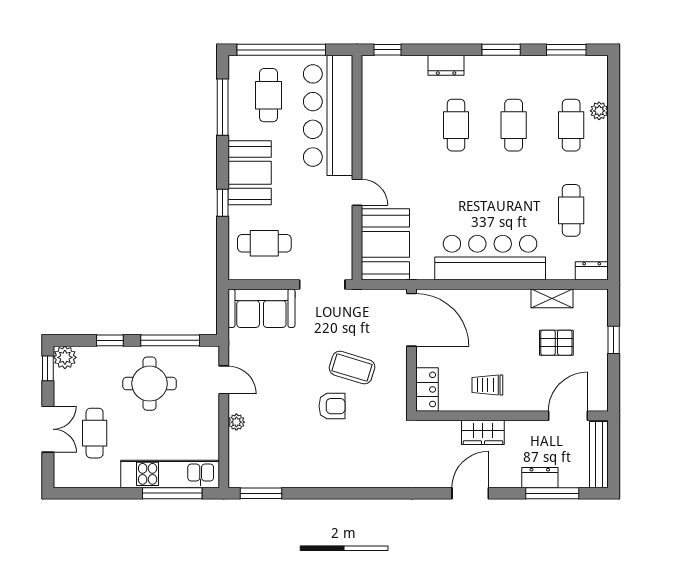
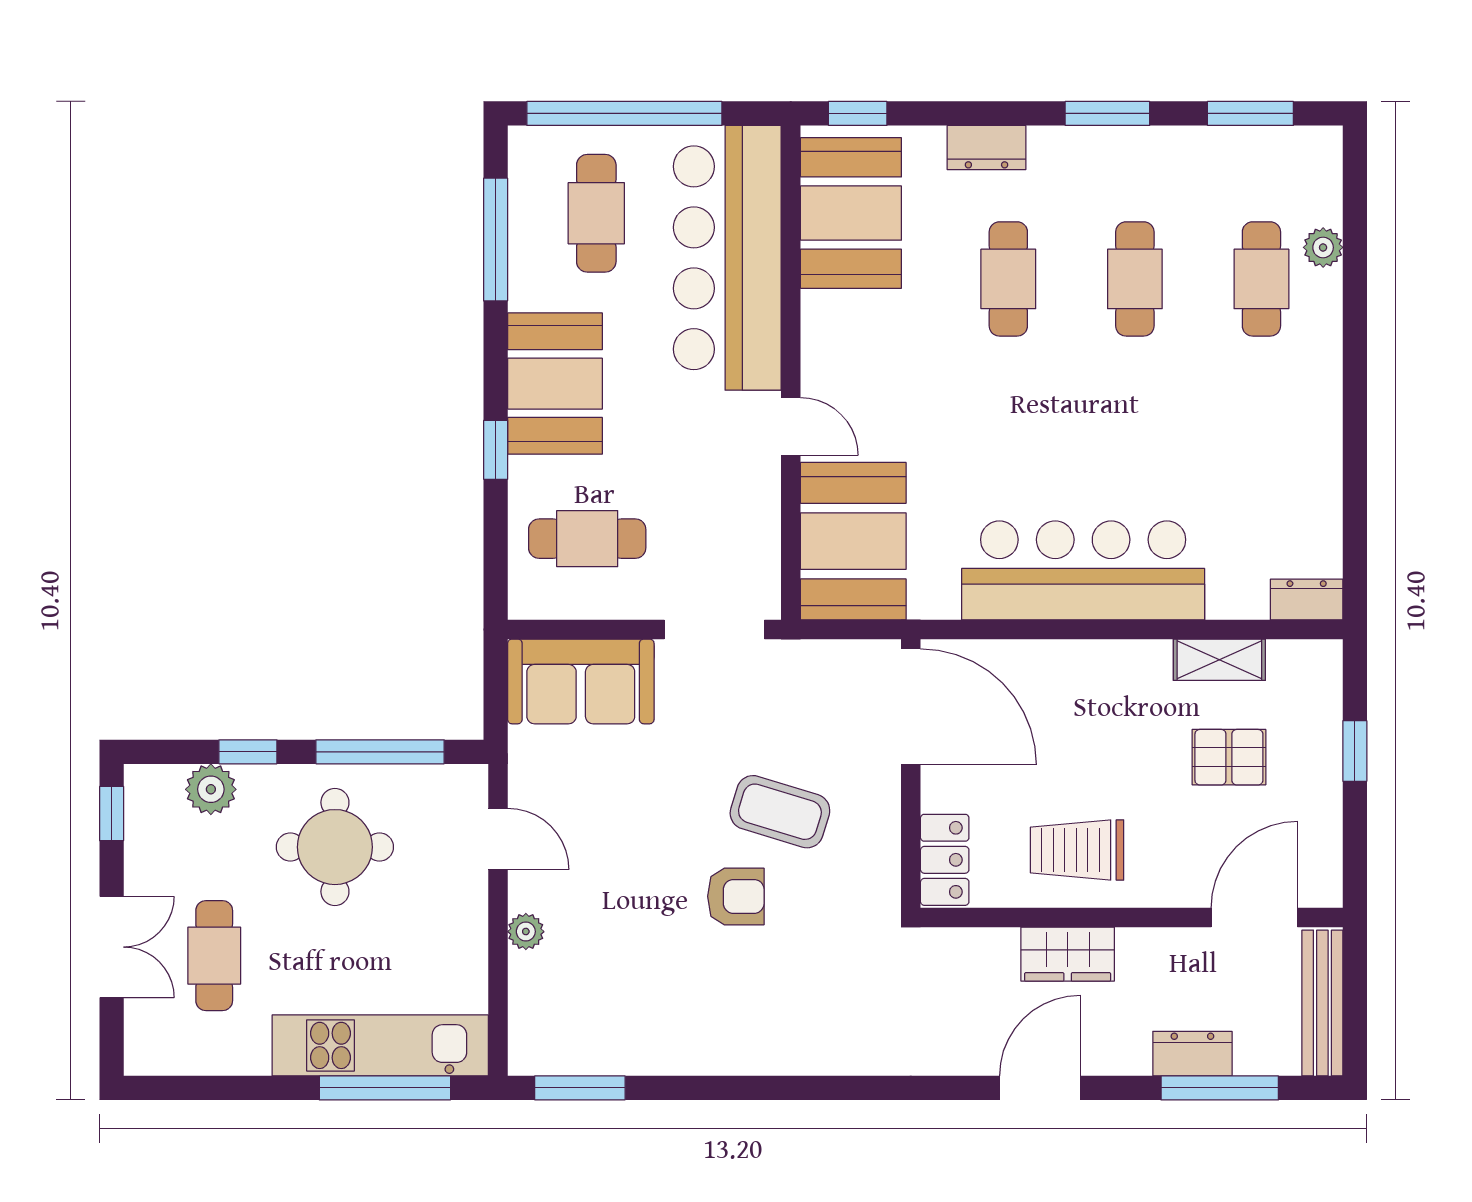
booth: (384, 95) -> (851, 213), added
cafe table: (571, 210) -> (1261, 466), removed
plant: (65, 357) -> (211, 789), moved
trolley: (487, 385) -> (1077, 850), width x1.36, depth x1.39

